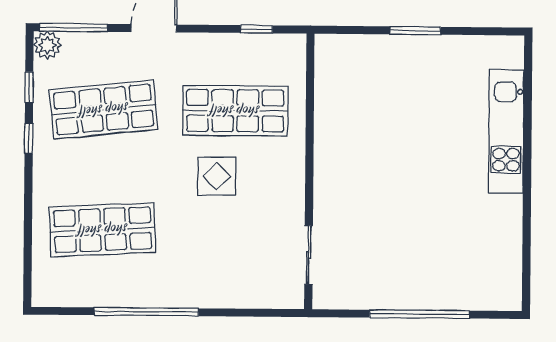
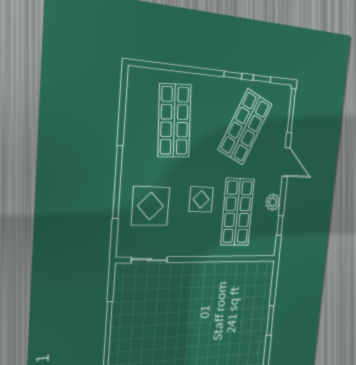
plant: (47, 45) -> (273, 202), moved
shop shelf: (104, 110) -> (245, 127), turned 30
display table: (228, 259) -> (150, 206), added
window: (146, 312) -> (118, 182), moved

